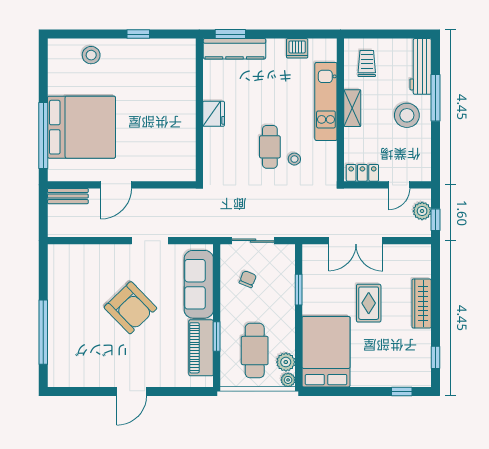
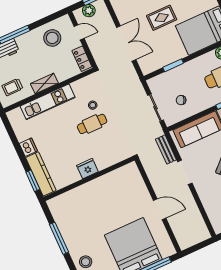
window: (138, 34) -> (59, 238), width x2.17
dishwasher: (297, 48) -> (28, 147), moved
stool: (407, 115) -> (52, 38), moved
bench: (68, 196) -> (166, 149), moved

